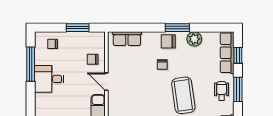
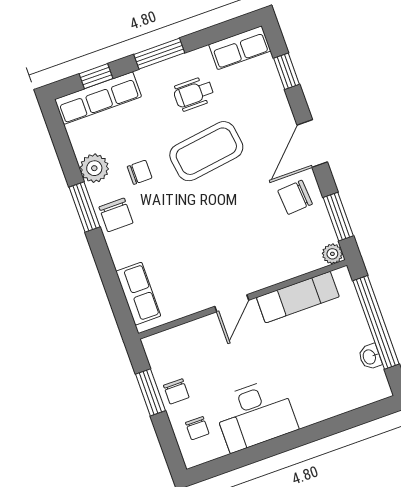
chair: (93, 59) -> (176, 391), moved
window: (31, 64) -> (249, 456), removed
chair: (162, 65) -> (140, 172), moved
desk: (49, 79) -> (255, 415), width x1.37
wheelchair: (222, 91) -> (194, 94), moved

